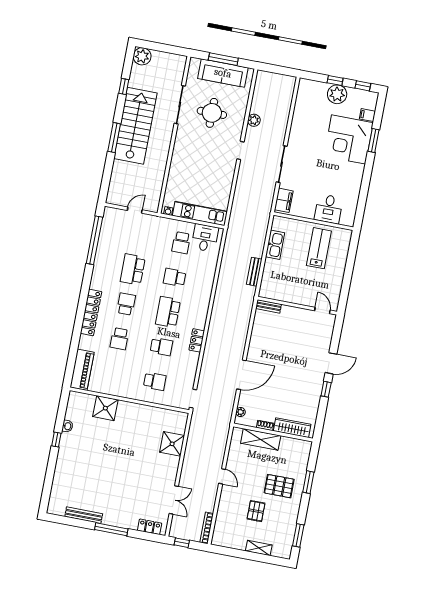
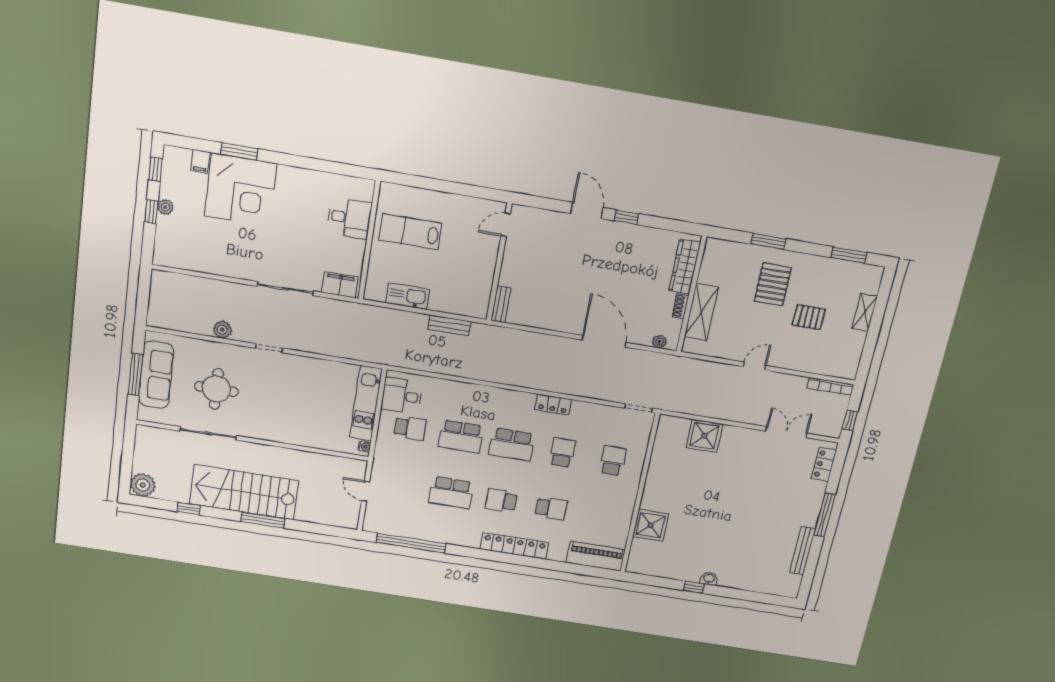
plant: (337, 94) -> (165, 207), width x0.53, depth x0.53
school desk: (175, 277) -> (461, 436), width x1.85
washbasin: (67, 426) -> (709, 579), moved

